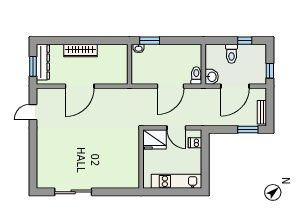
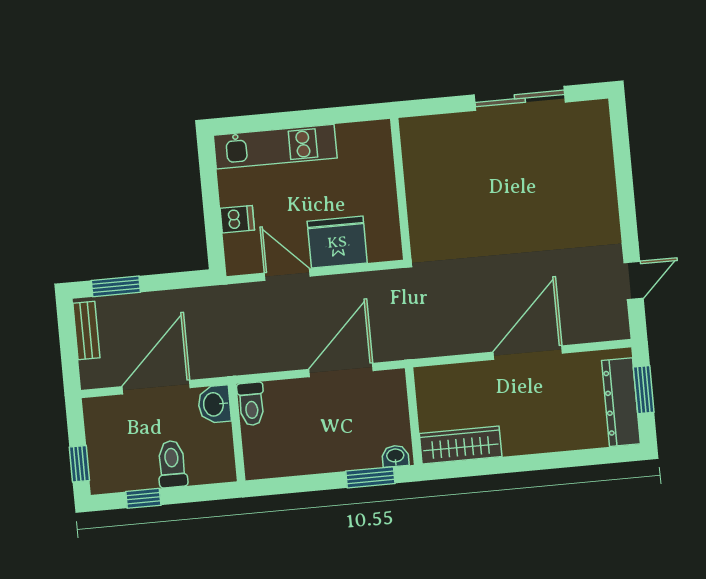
wardrobe: (81, 50) -> (461, 445), moved
window: (270, 71) -> (79, 464), moved
door: (171, 86) -> (341, 370), moved
dishwasher: (195, 143) -> (237, 219), moved
wall: (141, 159) -> (401, 189), moved

